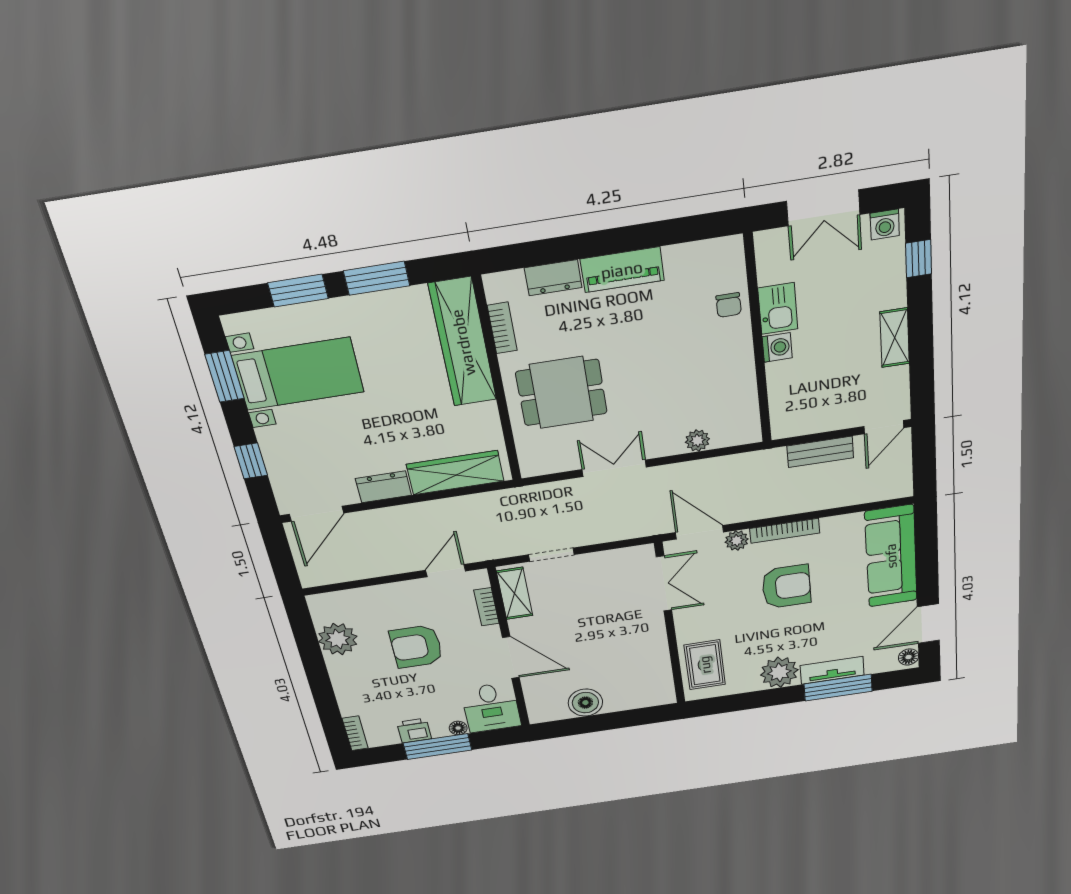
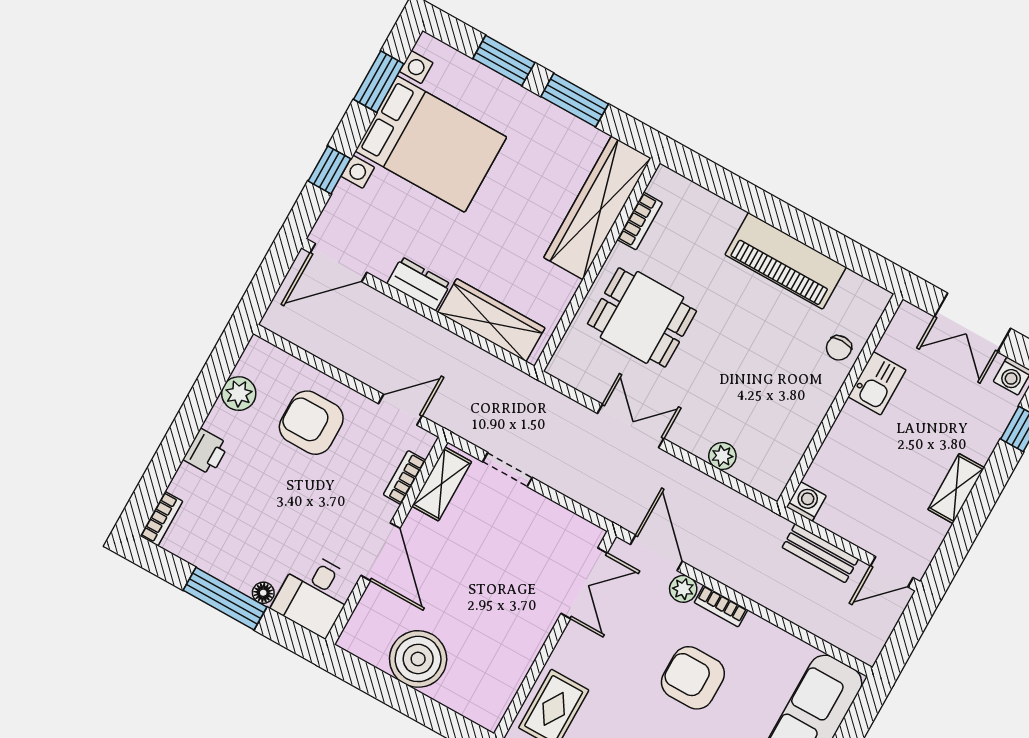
piano: (622, 270) -> (786, 261), width x1.37, depth x1.33
dresser: (553, 278) -> (715, 211), removed
washing machine: (777, 347) -> (806, 501), moved, turned -90
bed with nightstands: (298, 374) -> (431, 144), width x1.36
bookcase: (785, 531) -> (721, 606), width x0.64
armchair: (786, 587) -> (693, 678), turned 180
plant: (338, 639) -> (239, 394), width x0.73, depth x0.73
armchair: (416, 647) -> (311, 423), moved
boiler: (585, 703) -> (418, 659), width x1.37, depth x1.37
printer: (414, 731) -> (206, 452), moved, turned 90

